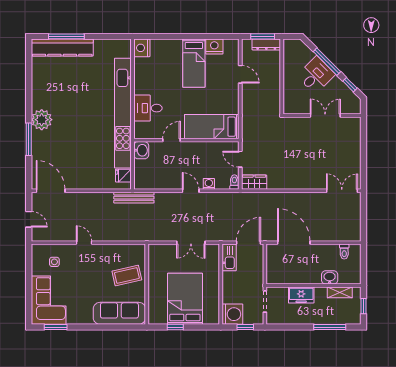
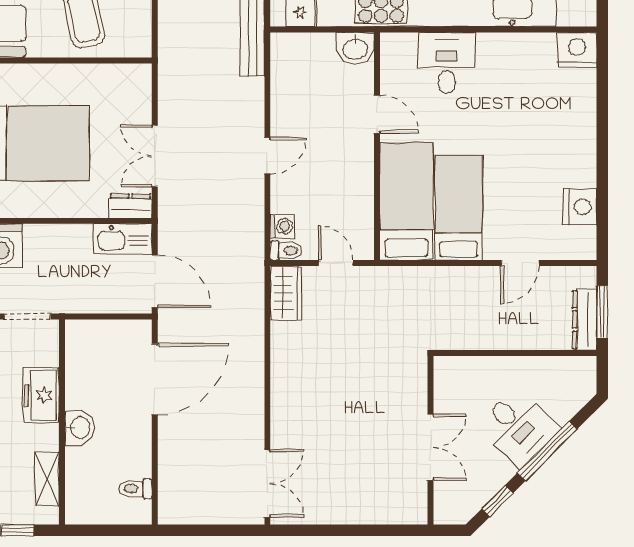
bed: (194, 63) -> (459, 208), moved, turned 90
door: (240, 159) -> (336, 263), hinge flipped
washing machine: (209, 184) -> (282, 226), moved
dresser: (214, 254) -> (131, 206), added
washbasin: (330, 277) -> (79, 428), moved

